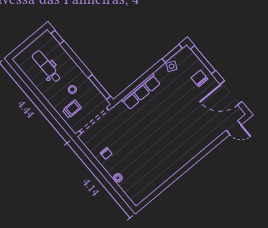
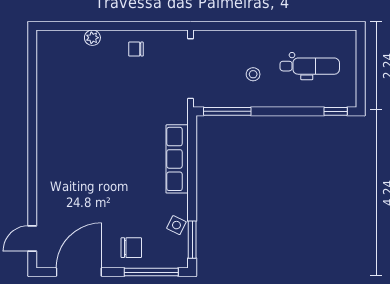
trolley: (72, 109) -> (229, 53), removed

